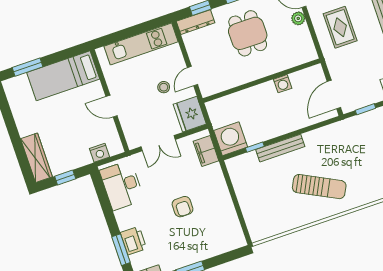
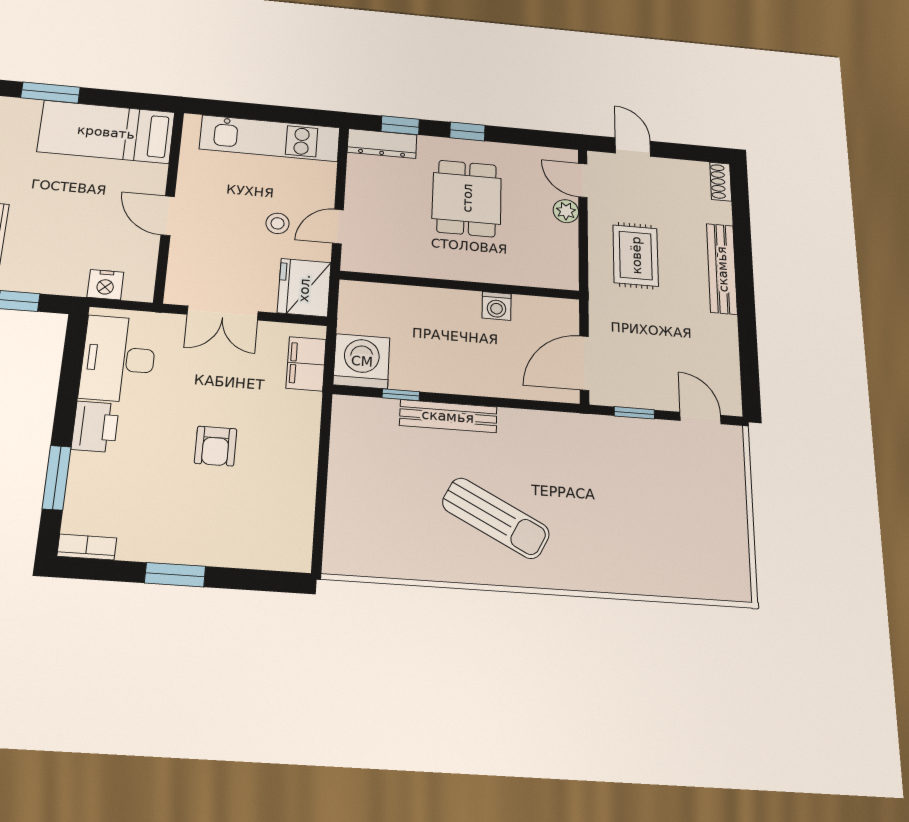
printer: (133, 241) -> (95, 427), moved

